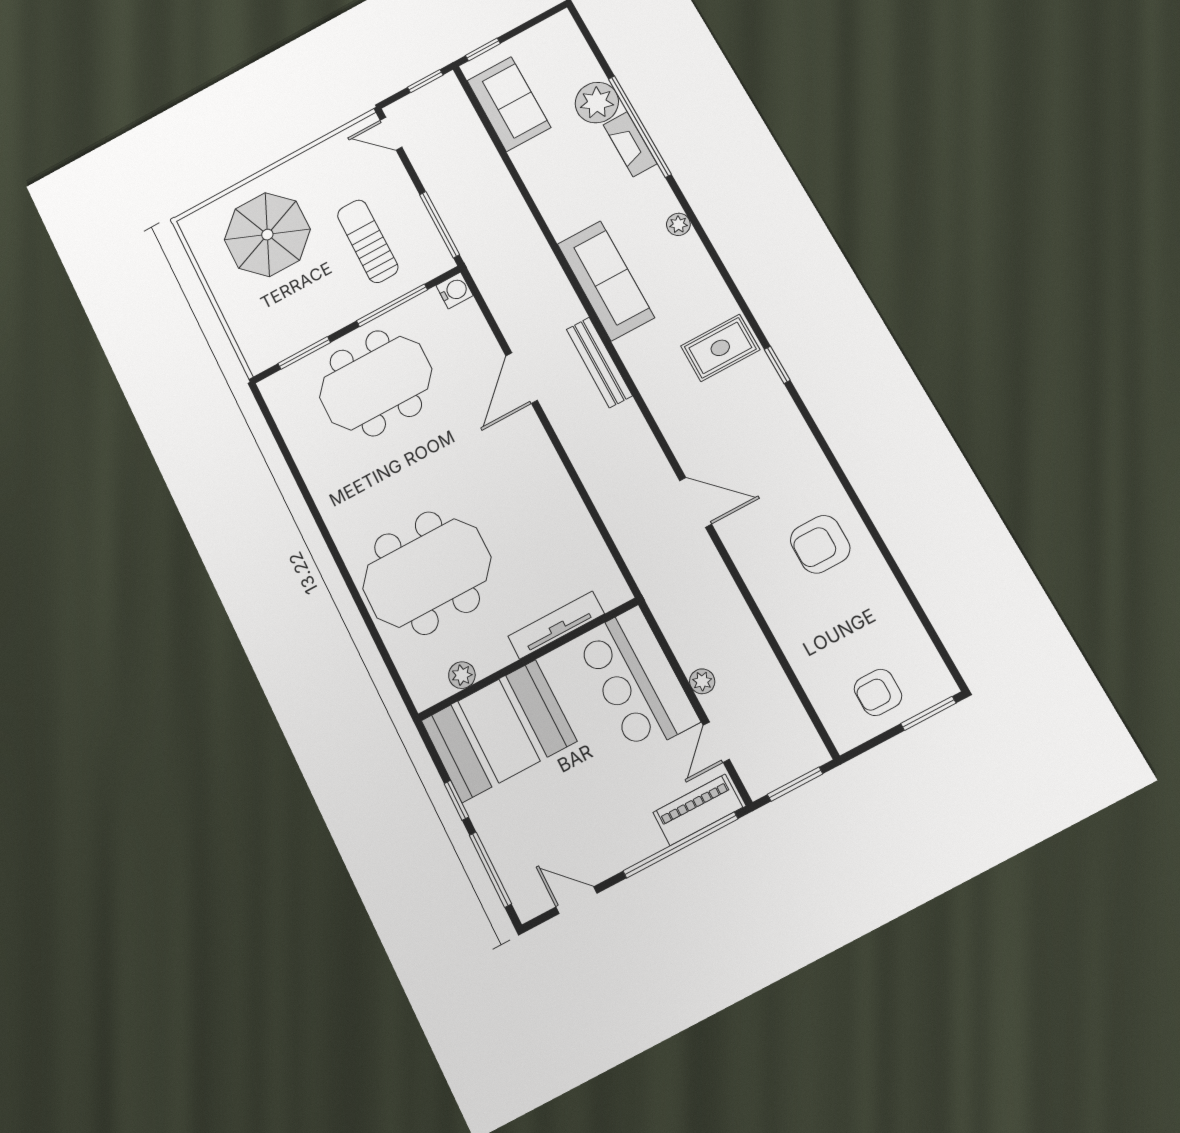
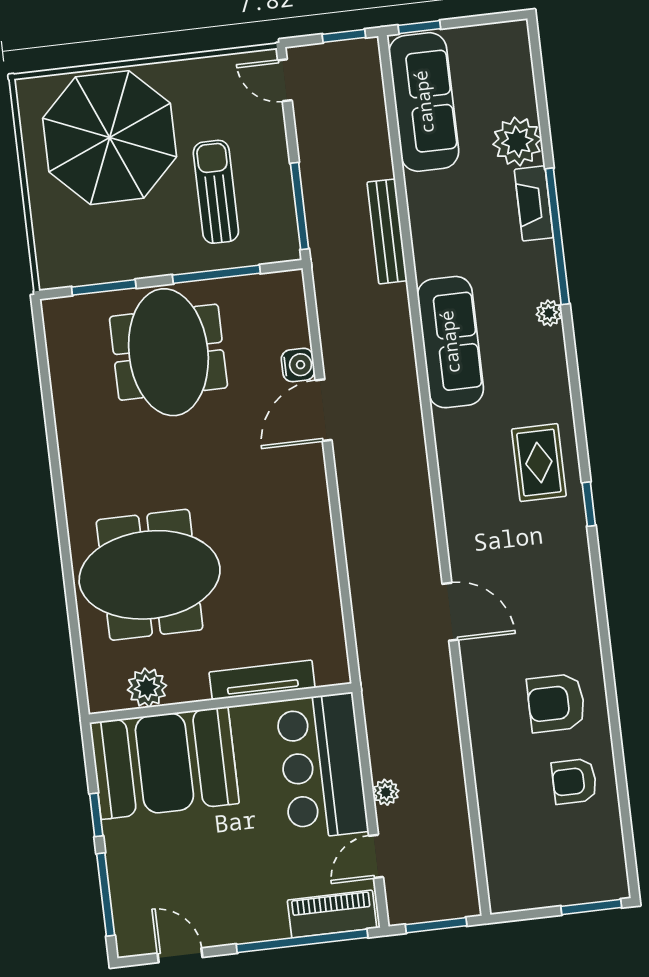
sofa: (509, 104) -> (424, 102), width x1.36
window: (640, 126) -> (557, 236), moved
parasol: (267, 235) -> (110, 138), width x1.36, depth x1.36
water cooler: (455, 290) -> (298, 365), moved
rug: (720, 348) -> (539, 463), turned 90
bench: (599, 362) -> (387, 231), moved
meeting table: (376, 383) -> (168, 352), turned 90
plant: (462, 675) -> (147, 688), width x1.38, depth x1.38
armchair: (878, 692) -> (574, 781), moved

